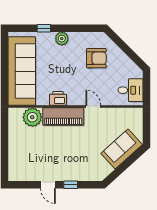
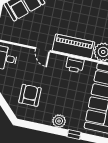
armchair: (96, 58) -> (30, 95), turned 90

